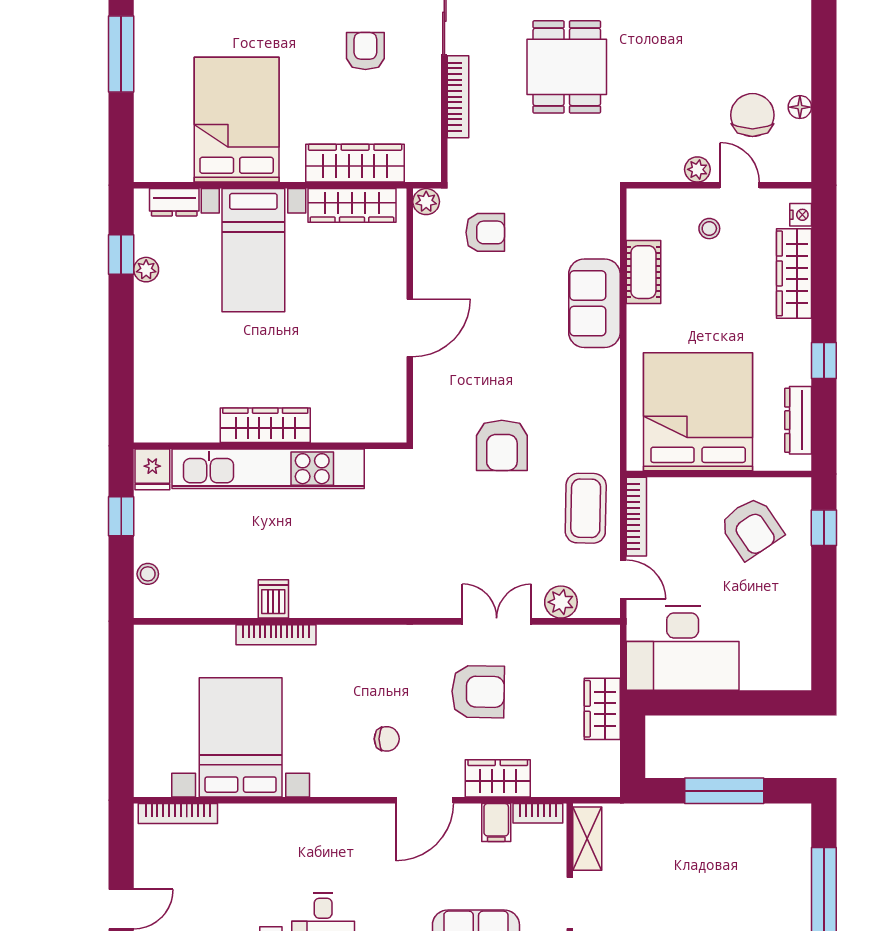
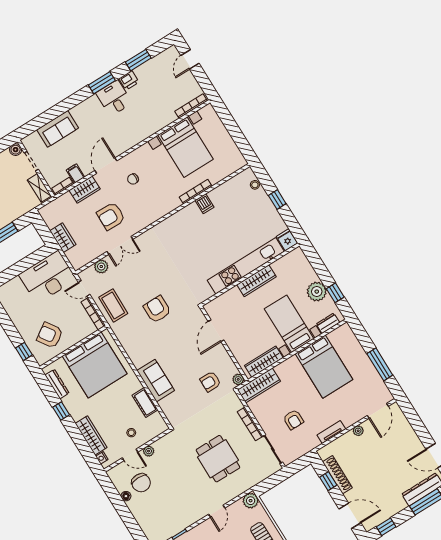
wardrobe: (355, 163) -> (259, 386), moved
plant: (146, 270) -> (317, 292), width x1.87, depth x1.87
wardrobe: (265, 425) -> (256, 281), moved
wall: (270, 446) -> (250, 275), moved
fridge: (152, 469) -> (287, 240), moved
kitchen unit: (268, 469) -> (246, 266), moved

